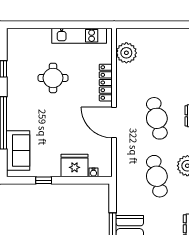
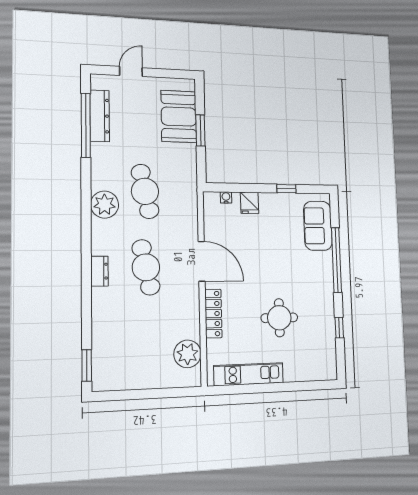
fridge: (74, 166) -> (250, 203), width x0.53, depth x0.75

